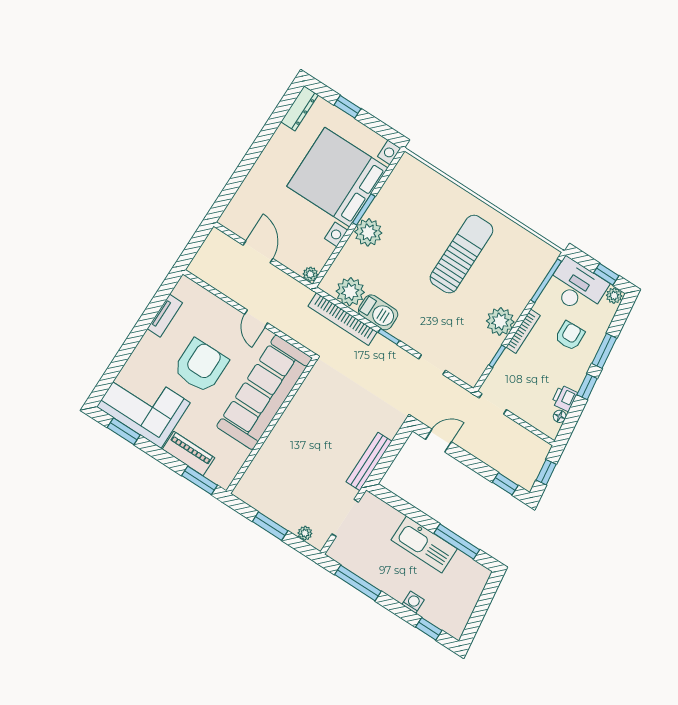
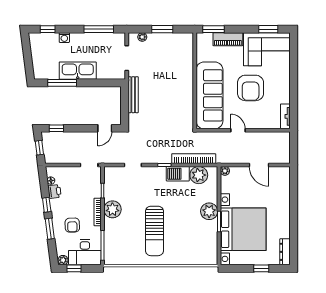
tv unit: (165, 316) -> (285, 116), moved

